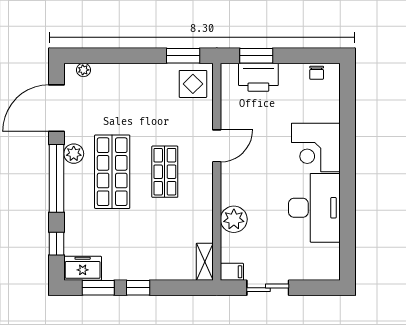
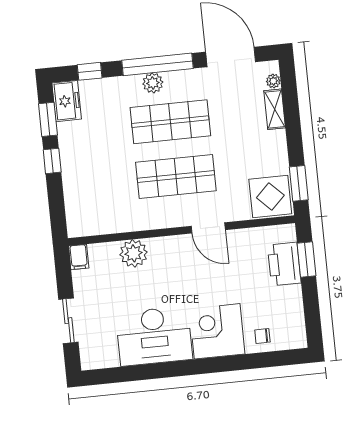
chair: (317, 73) -> (262, 336), moved
display table: (193, 84) -> (270, 196), width x1.36, depth x1.36
plant: (74, 154) -> (153, 83), moved
shop shelf: (165, 172) -> (176, 176), width x1.43, depth x1.36
shelving: (205, 262) -> (275, 109), moved, turned 90
sliding door: (268, 288) -> (68, 321), moved

